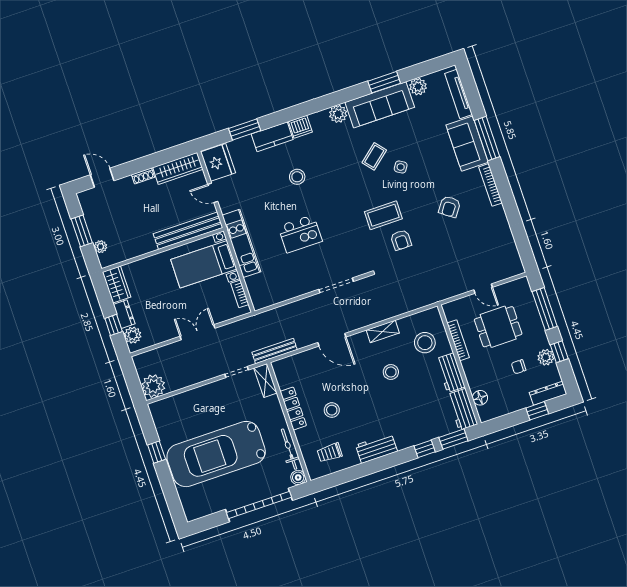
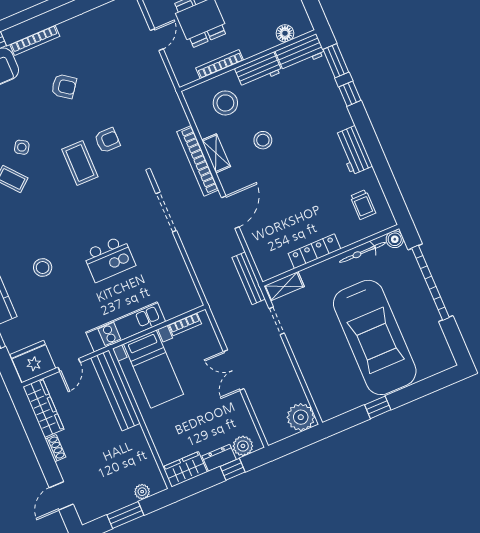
kitchen island: (300, 234) -> (109, 259), turned 90
bookcase: (378, 315) -> (198, 161), added
stool: (332, 410) -> (313, 206), removed

